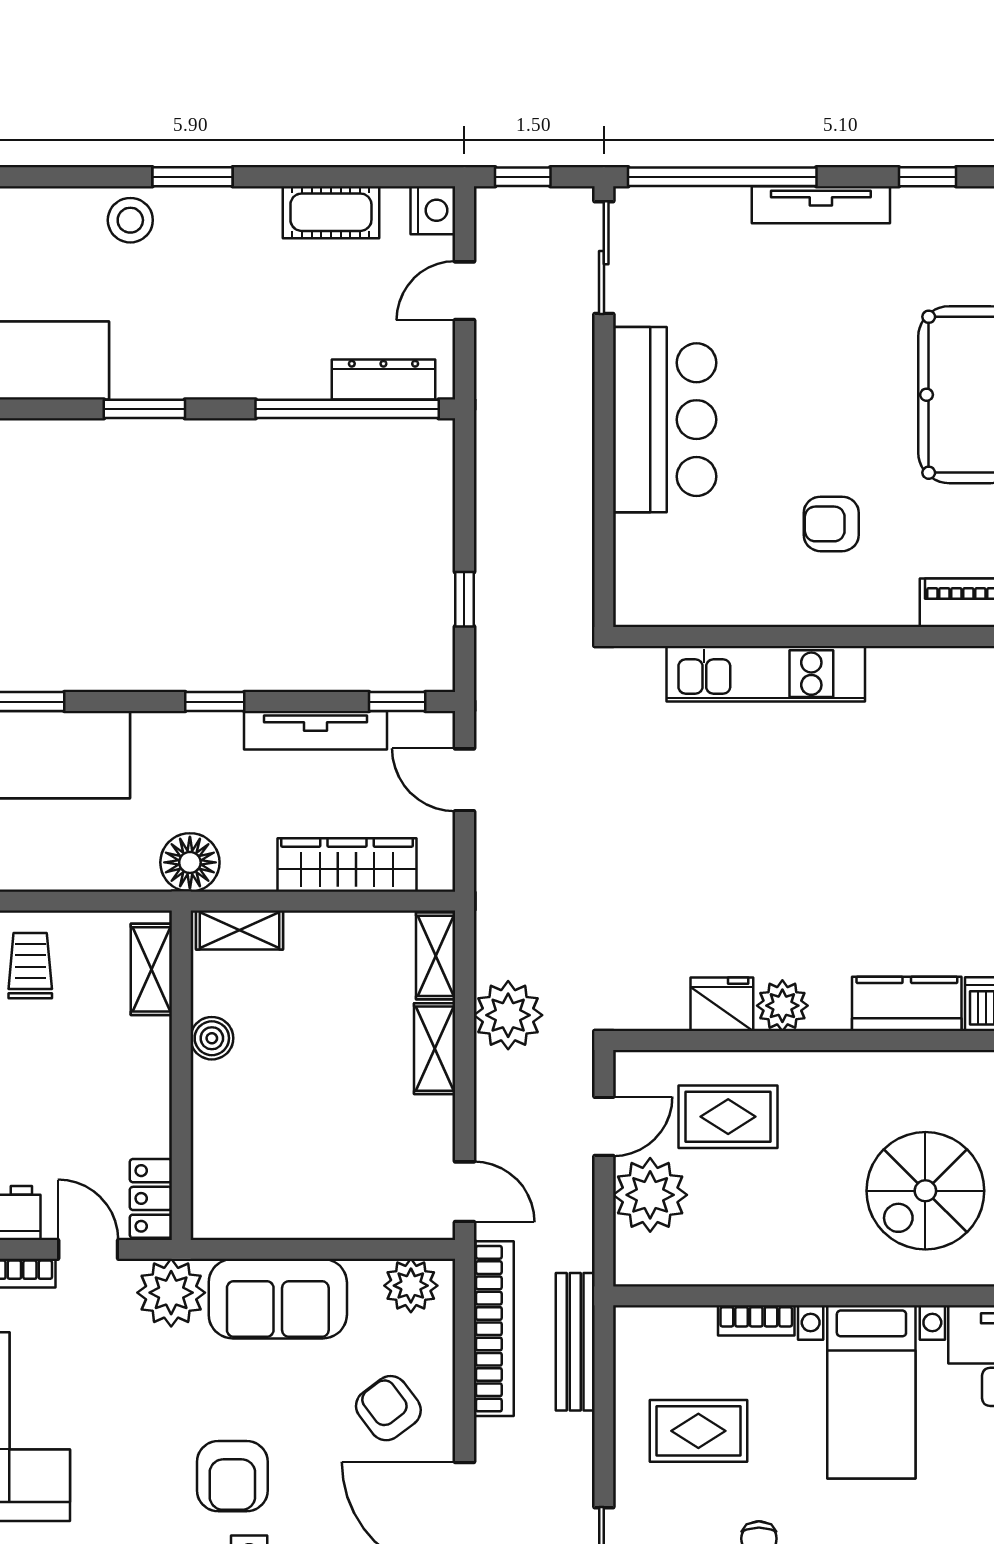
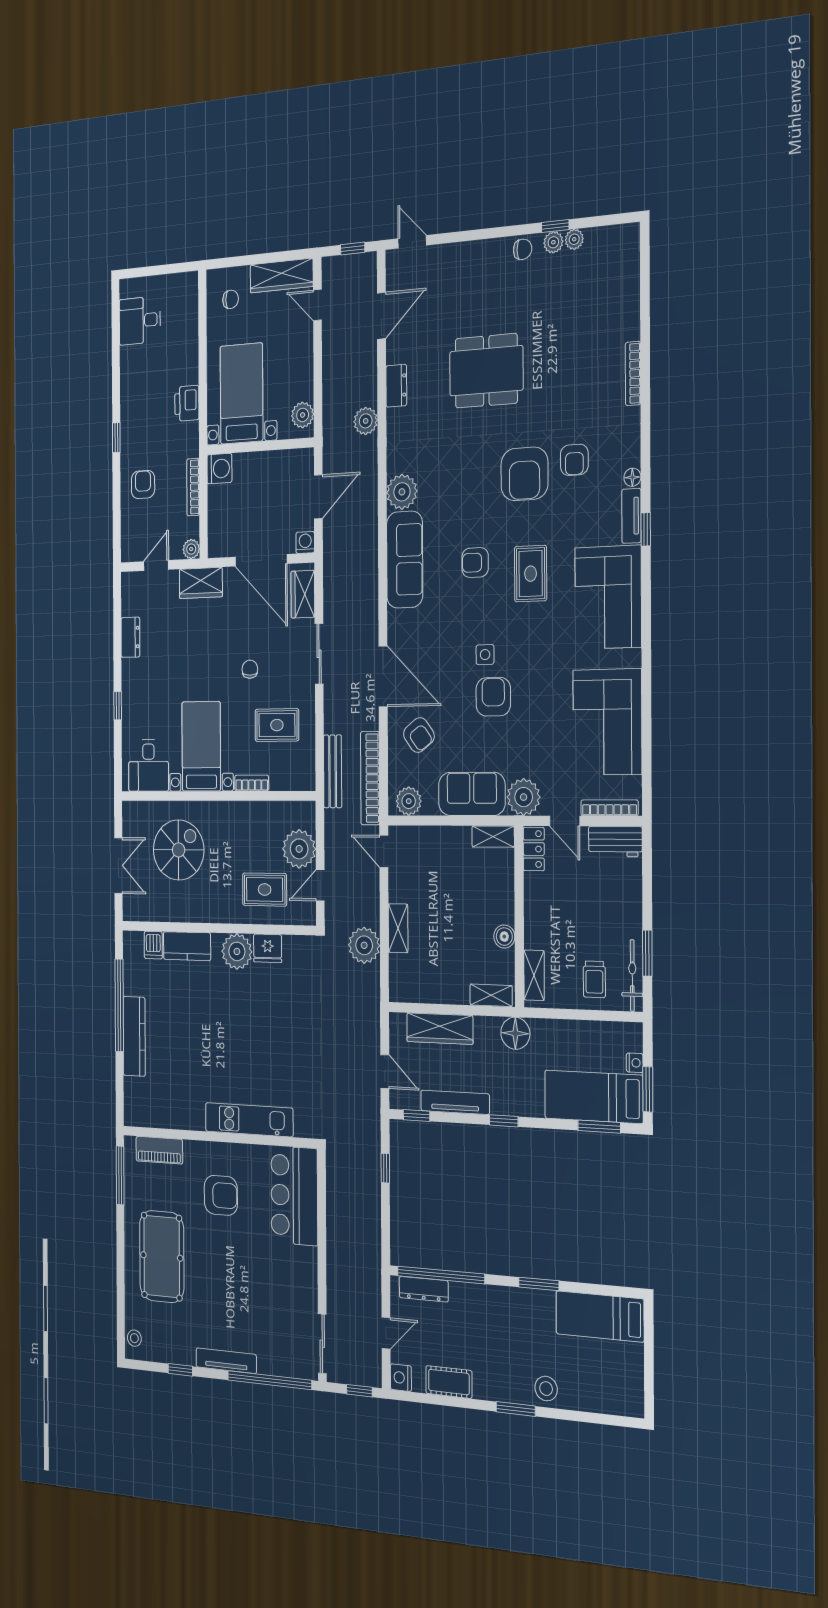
bar counter: (665, 420) -> (294, 1196), moved
armchair: (831, 524) -> (221, 1195), width x1.38, depth x1.38
shelving: (436, 956) -> (493, 837), moved, turned 90
plant: (782, 1006) -> (237, 951), width x1.36, depth x1.36

